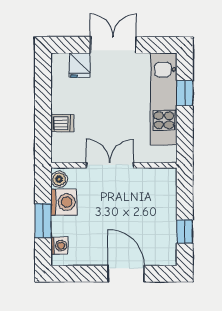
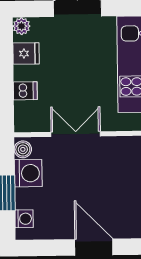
plant: (59, 61) -> (22, 26), added
fridge: (80, 65) -> (26, 54), moved, turned -90

